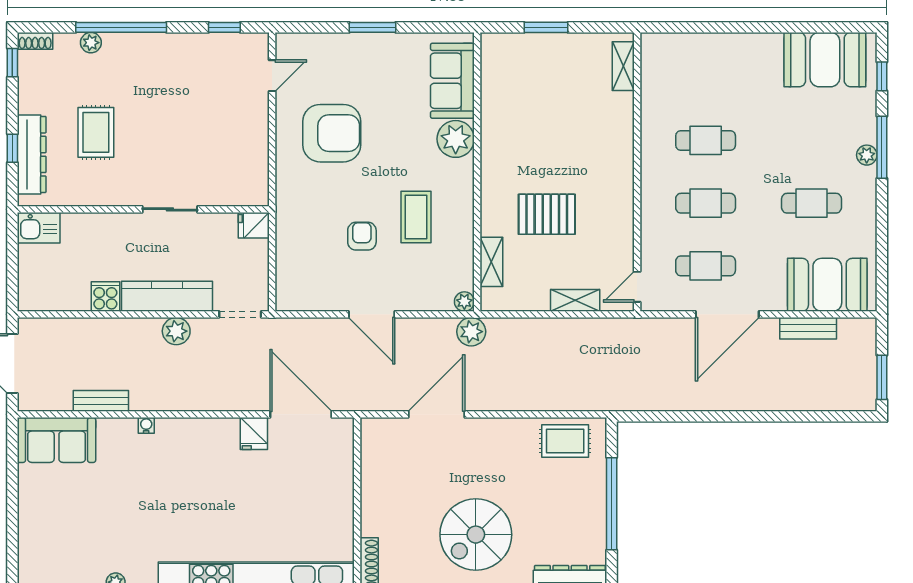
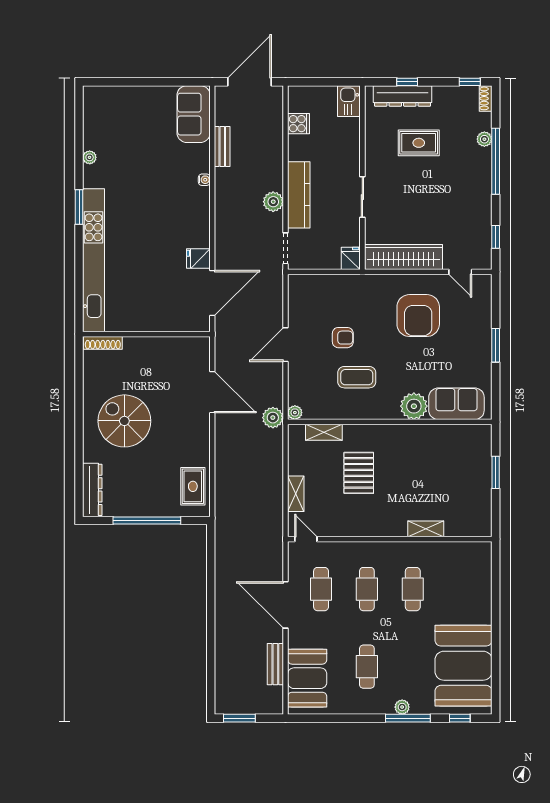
booth: (825, 60) -> (464, 666), width x1.36, depth x1.42
shelving: (623, 66) -> (426, 529), moved
wardrobe: (252, 153) -> (403, 257), added
cooker: (105, 296) -> (299, 124), moved

